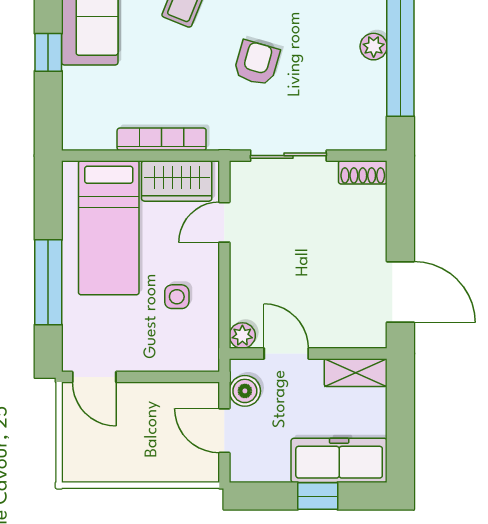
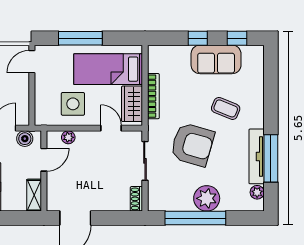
plant: (374, 47) -> (207, 198), width x1.87, depth x1.87
armchair: (257, 63) -> (192, 145), width x1.88, depth x1.88
side table: (177, 297) -> (73, 104), width x1.87, depth x1.87
plant: (242, 336) -> (68, 137), moved

